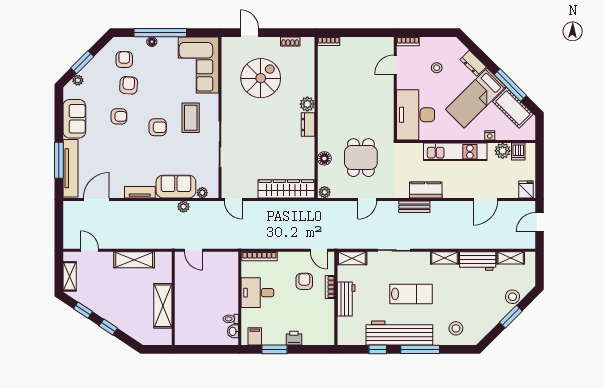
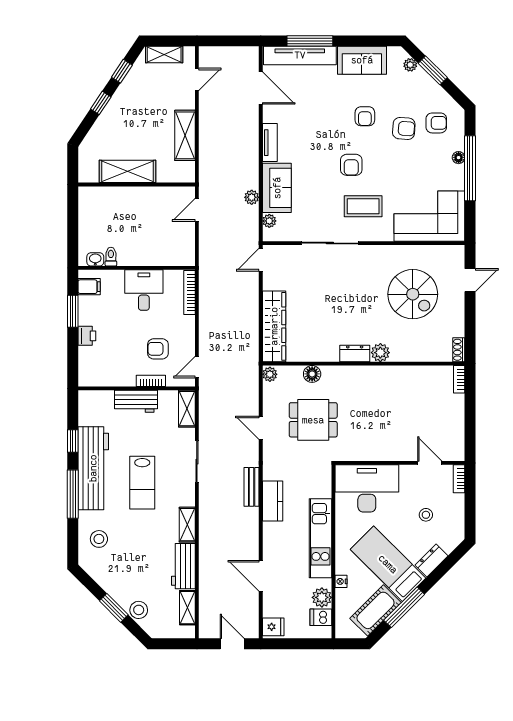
shoe rack: (290, 42) -> (459, 350), moved
armchair: (304, 281) -> (158, 349), turned 180

